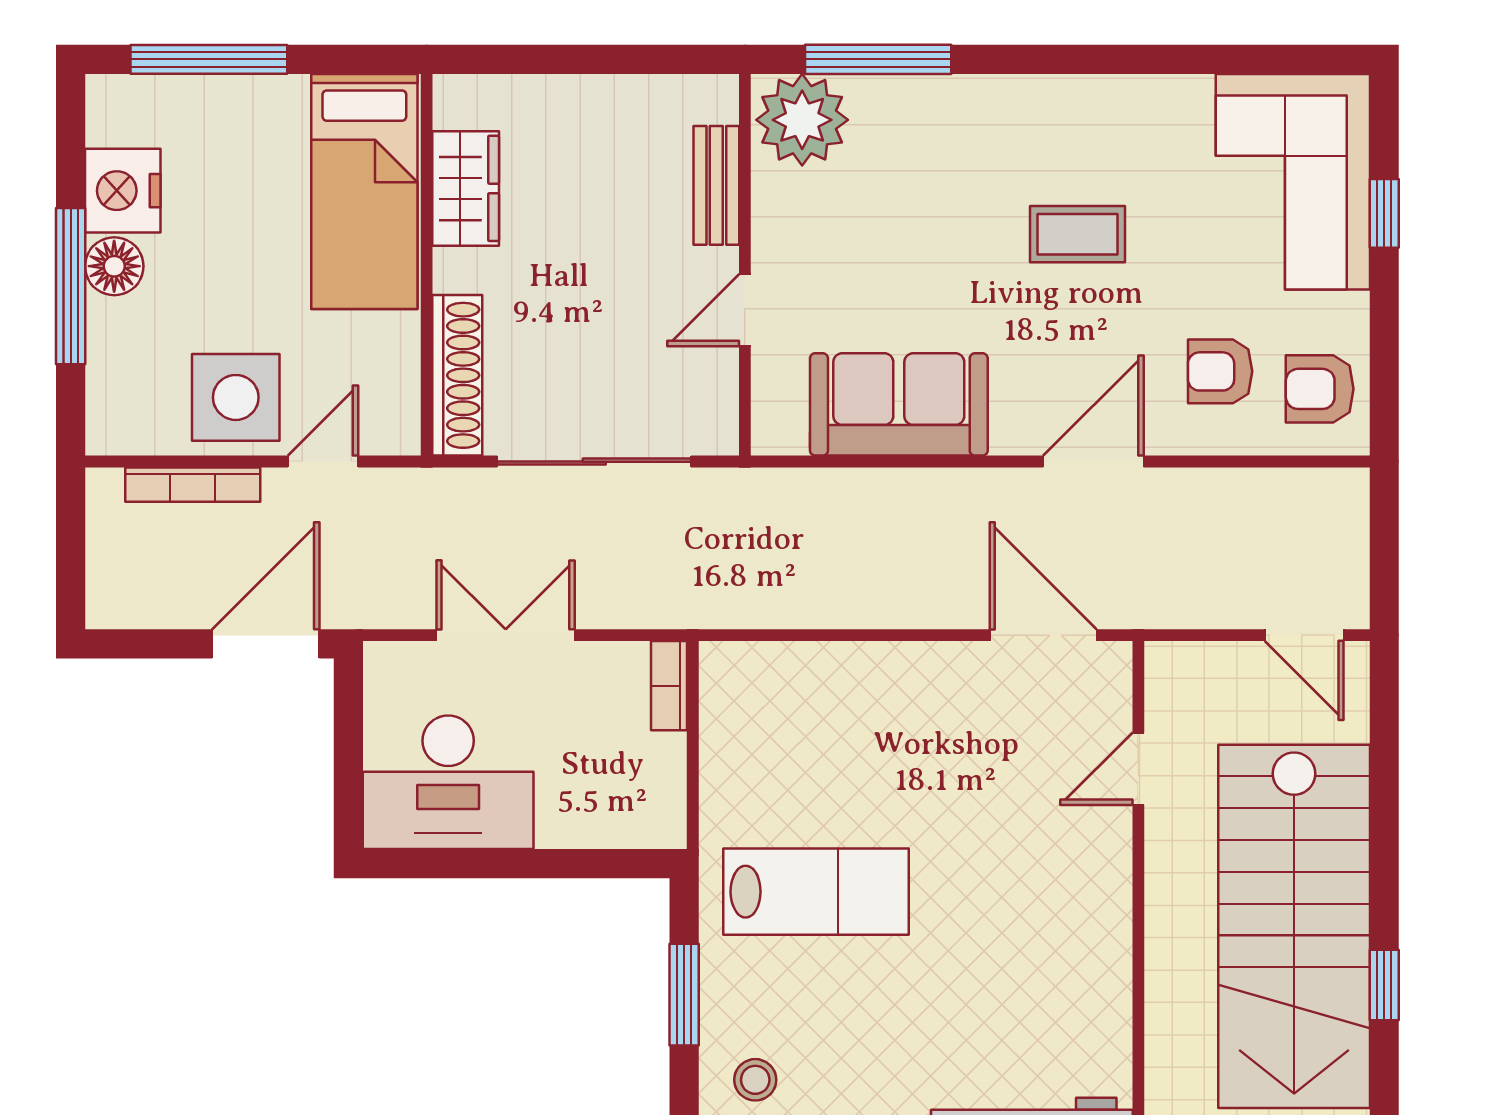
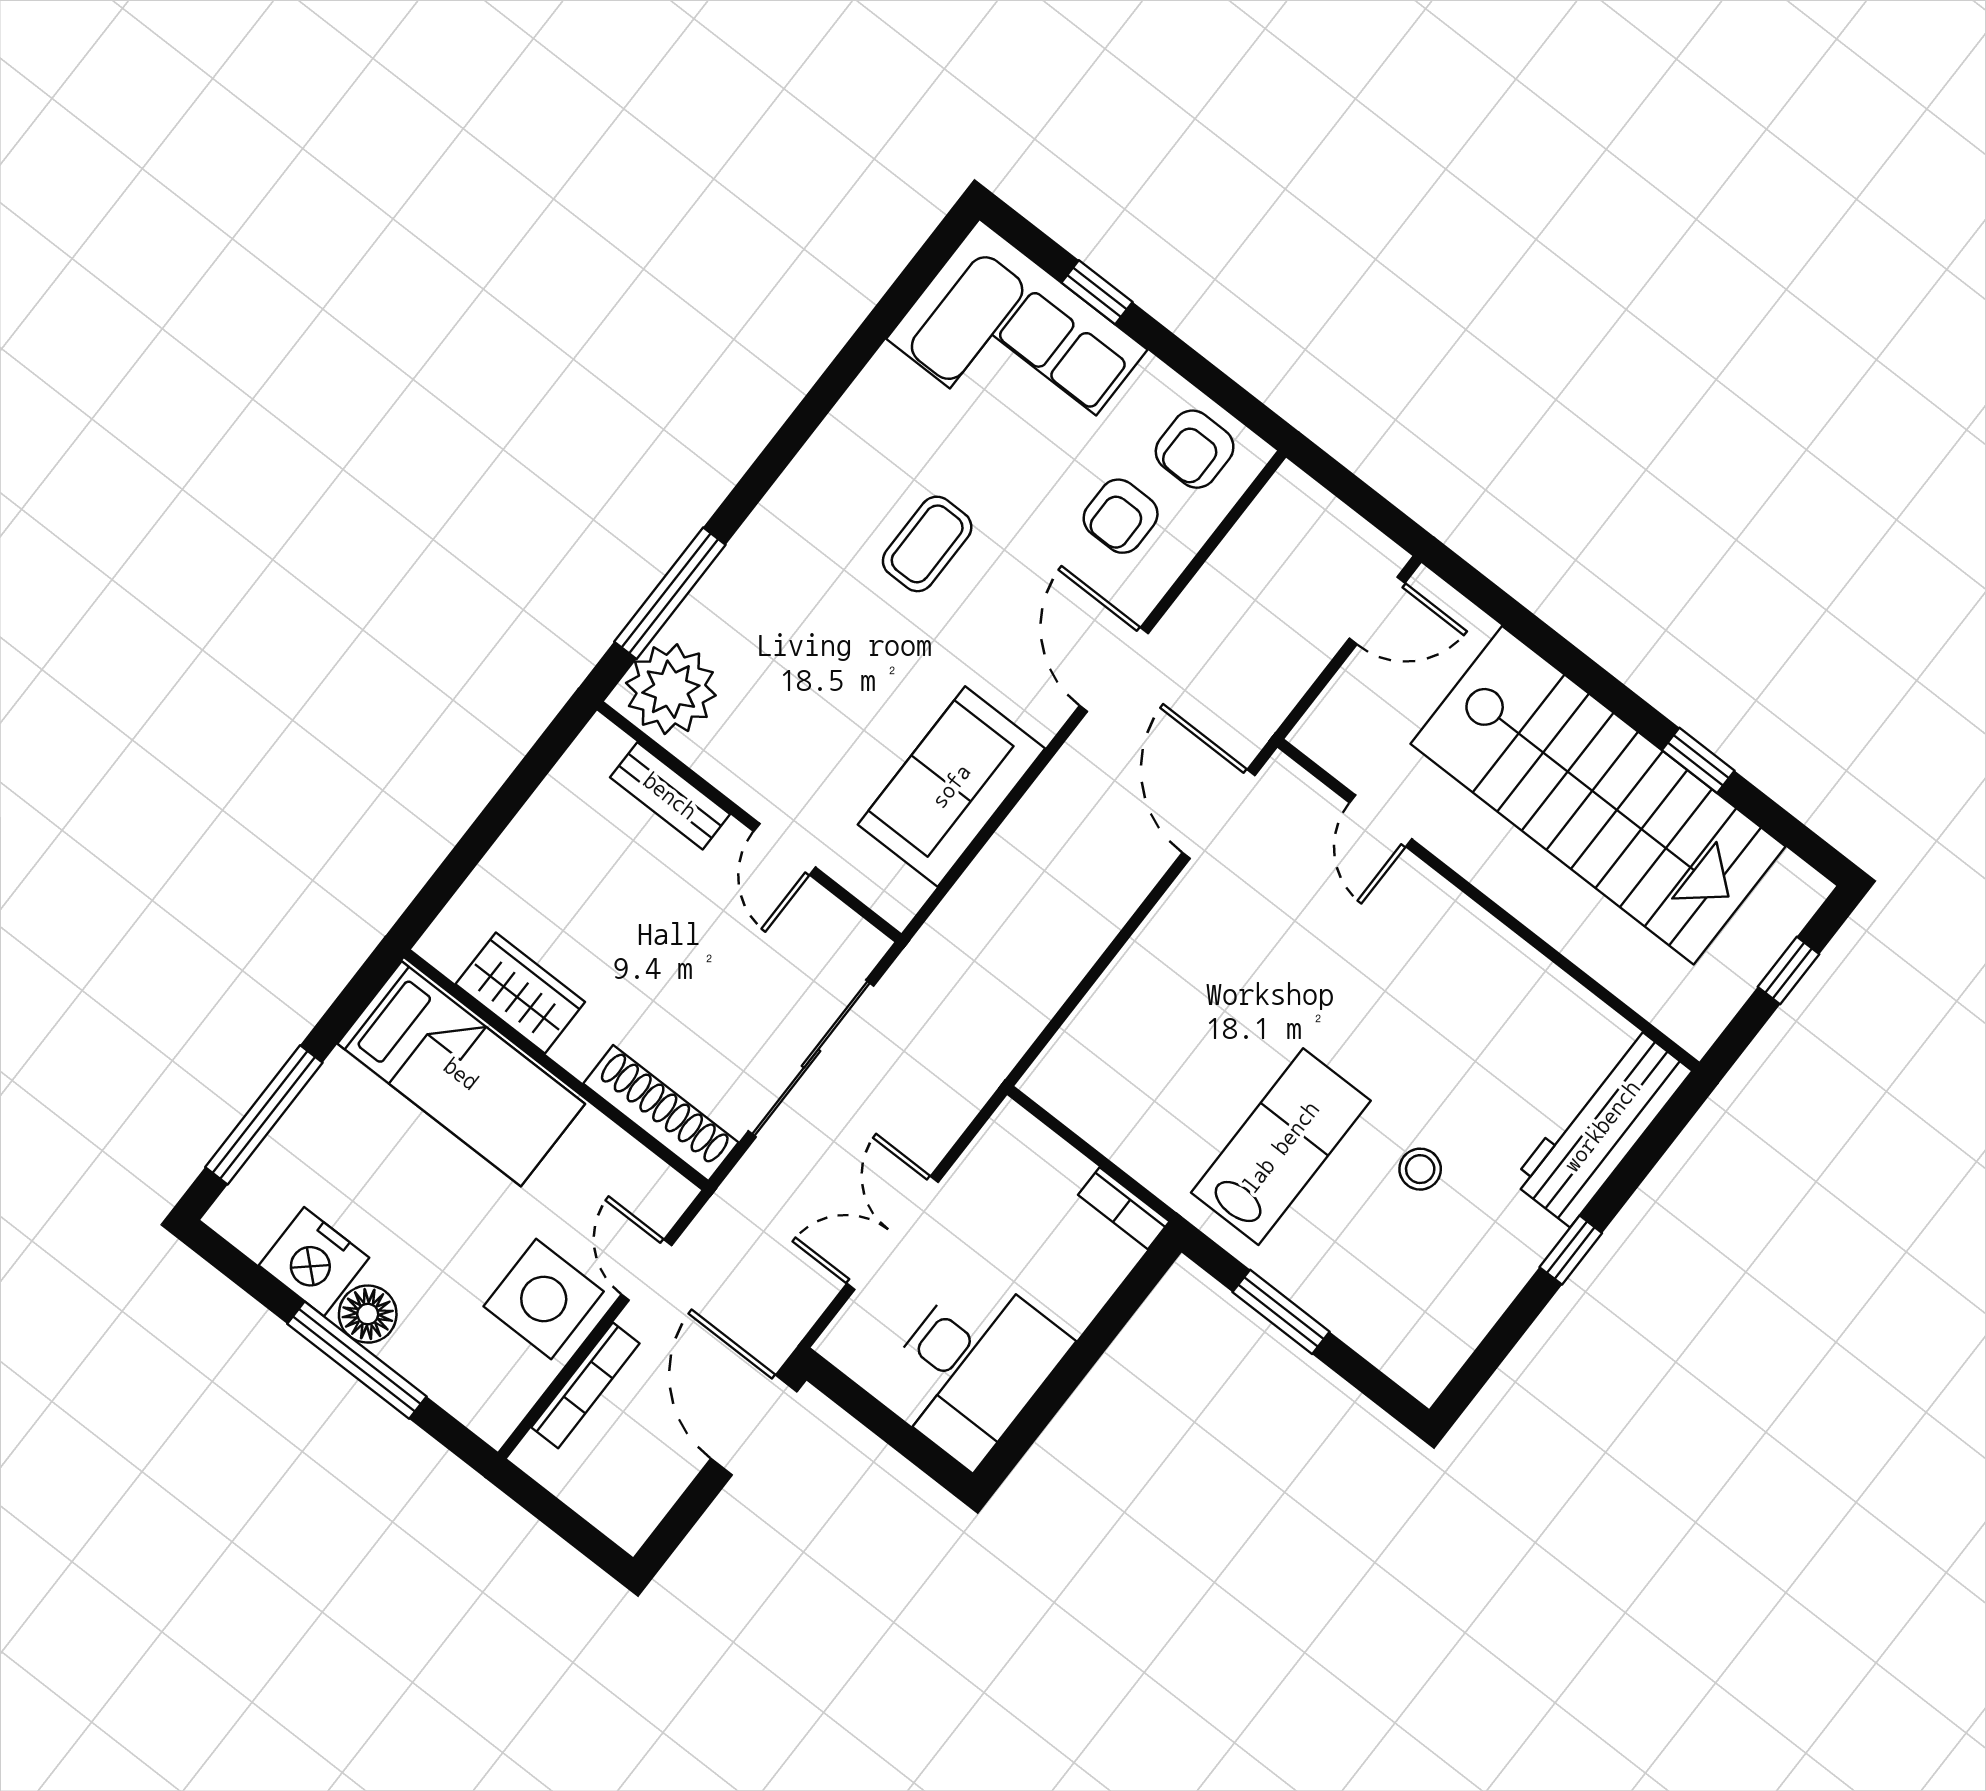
door: (1043, 635) -> (1219, 814), hinge flipped
bookcase: (669, 686) -> (1124, 1208), moved
stool: (755, 1080) -> (1420, 1169), moved

